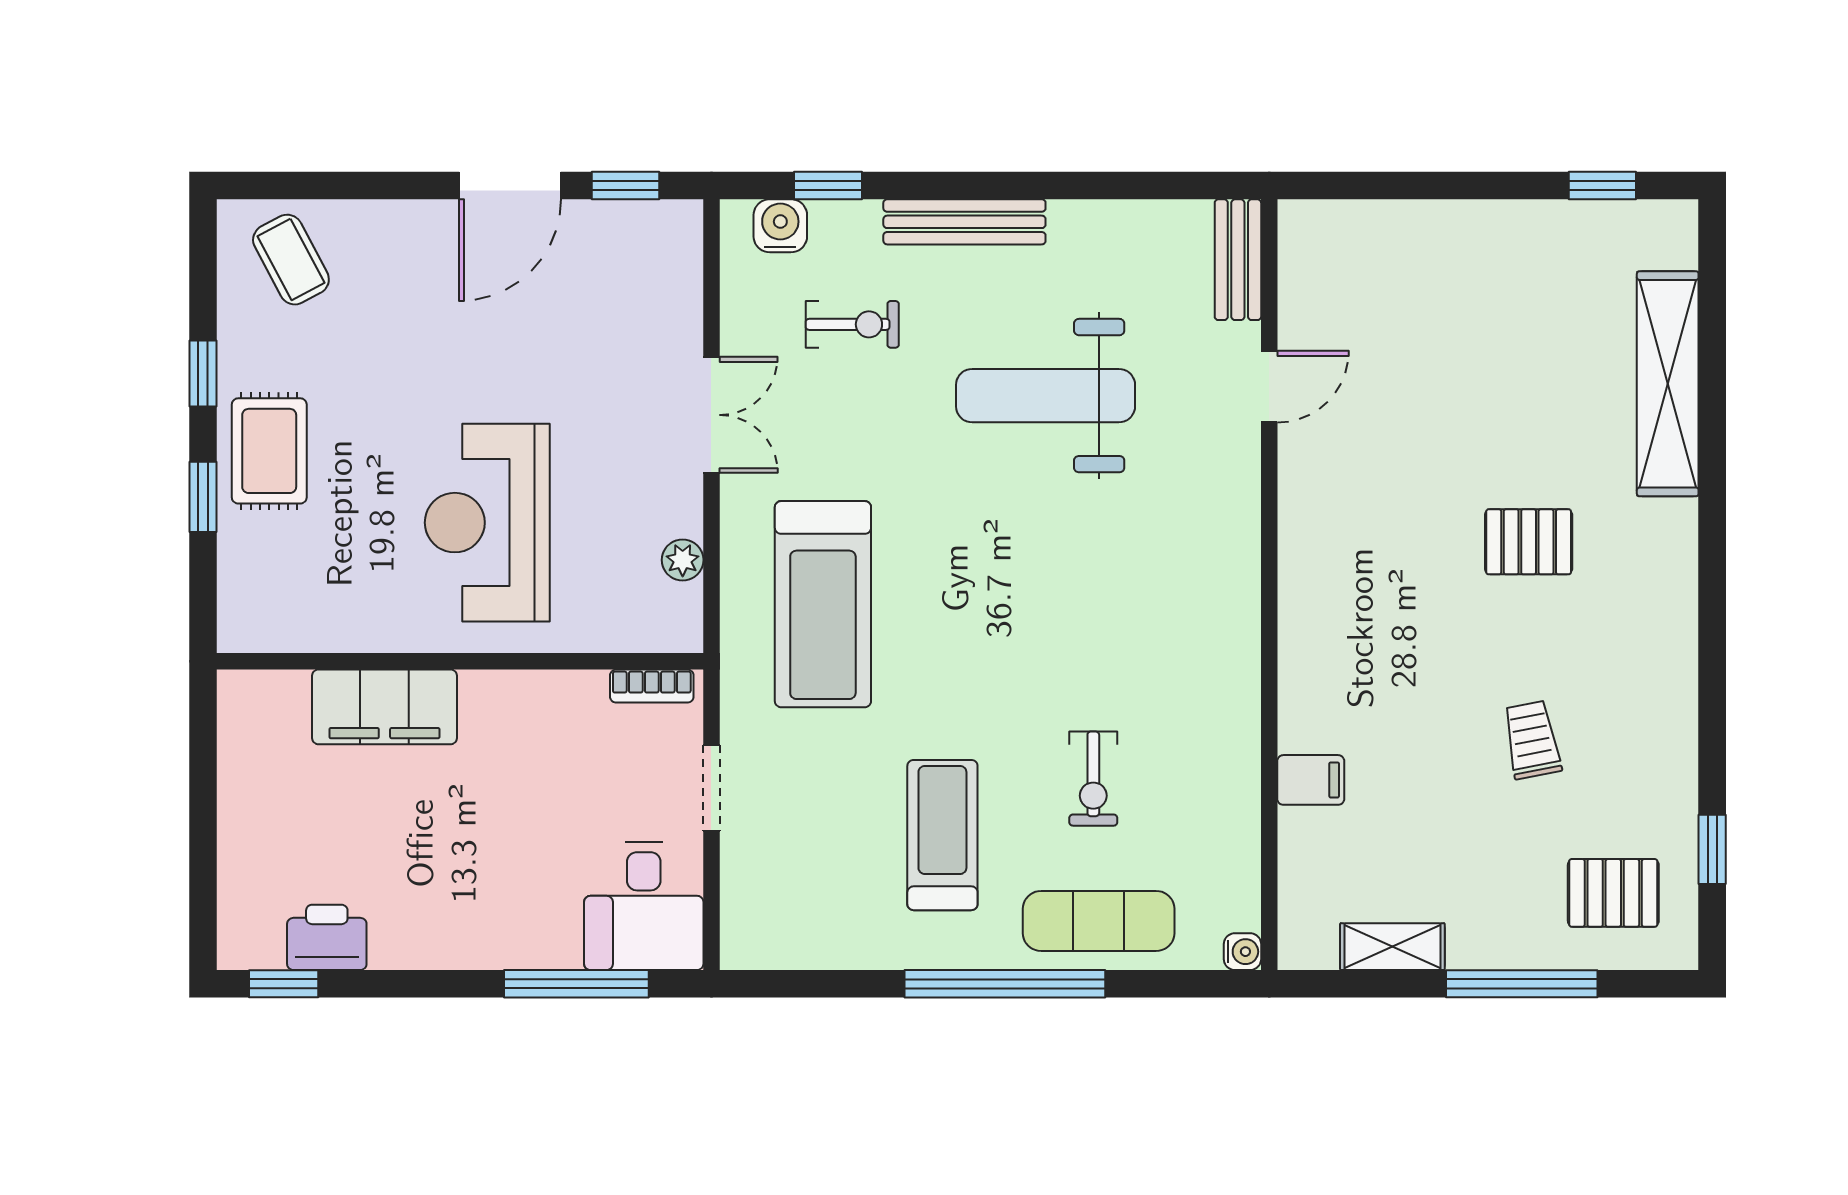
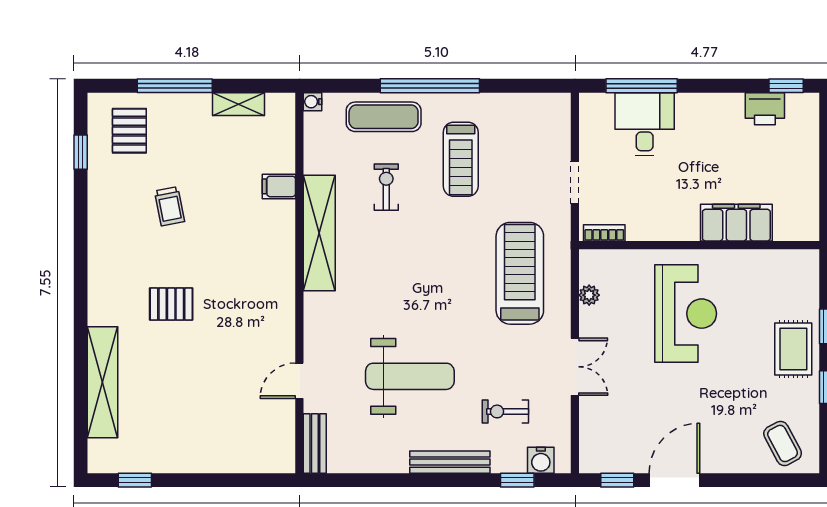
double door: (711, 415) -> (575, 367), swing flipped
shelving: (1229, 686) -> (319, 233), added
pallet: (1613, 893) -> (129, 131), turned 90
desk: (644, 906) -> (645, 124), moved

